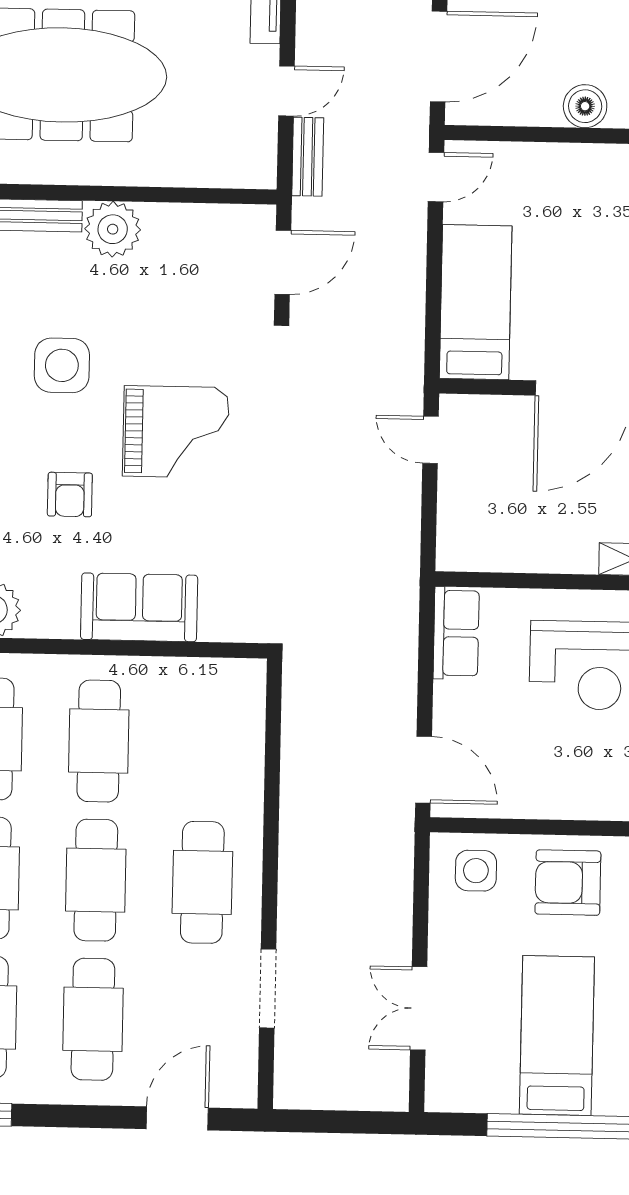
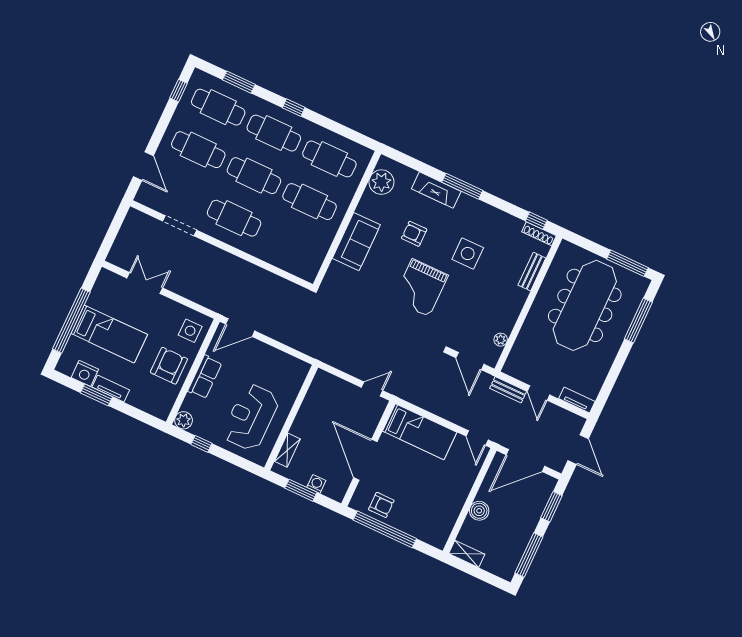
door: (439, 56) -> (525, 460), hinge flipped
plant: (113, 229) -> (501, 340), moved, width x0.53, depth x0.53
row of seats: (456, 633) -> (205, 377), moved, turned -90

